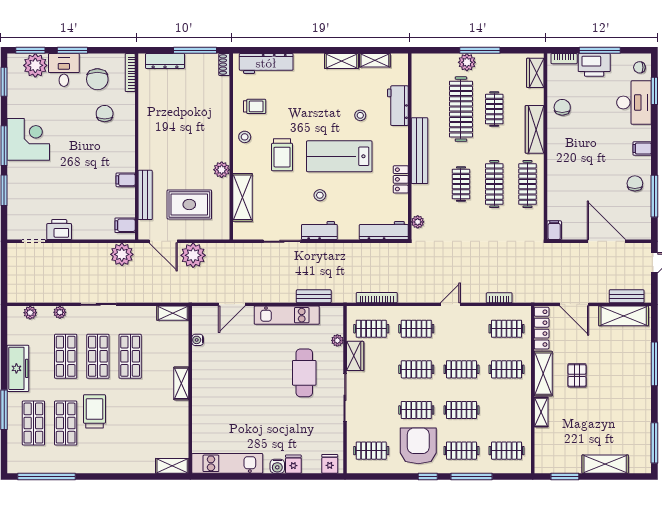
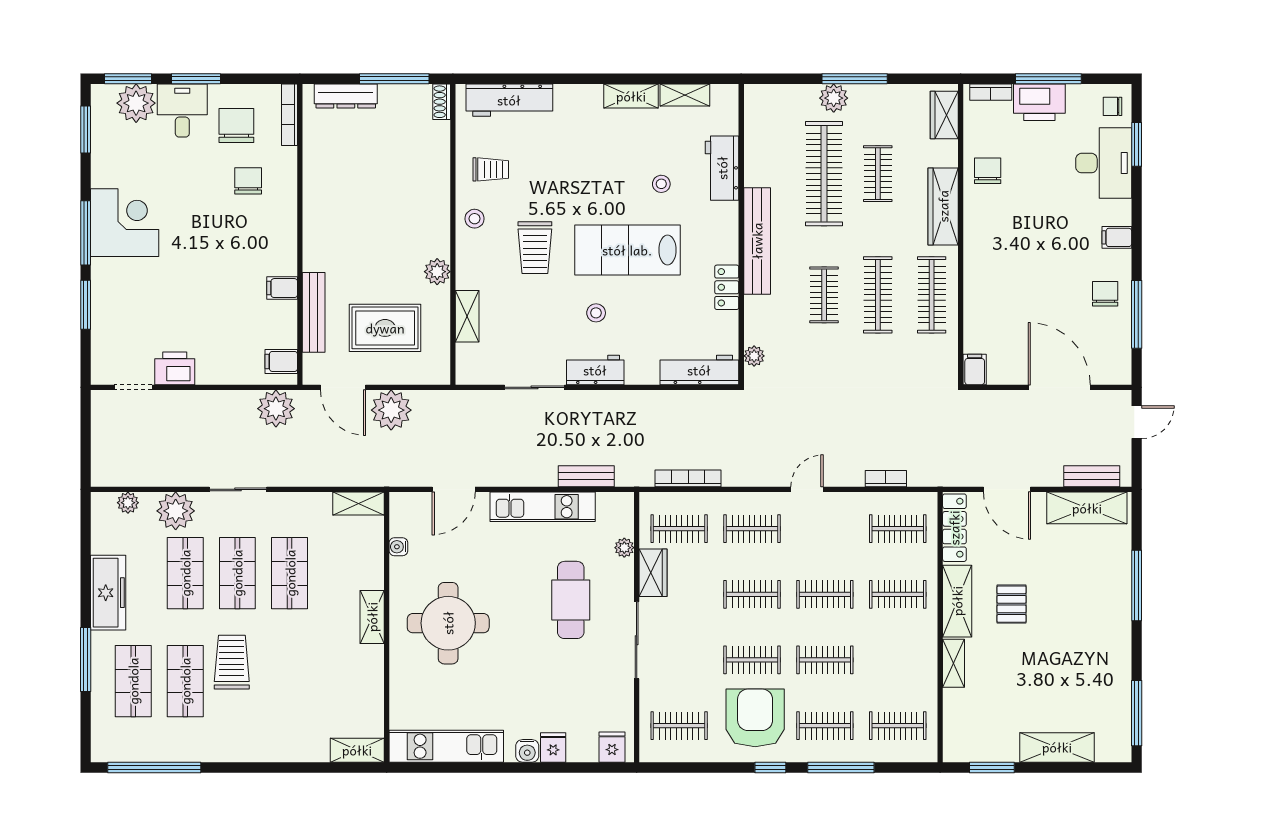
chair: (97, 79) -> (236, 125), turned 180
shelving: (243, 197) -> (467, 316), width x0.67, depth x0.75
plant: (60, 312) -> (176, 511), width x1.88, depth x1.88
round table: (228, 387) -> (448, 623), added

